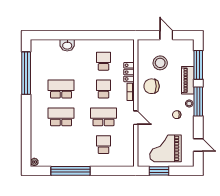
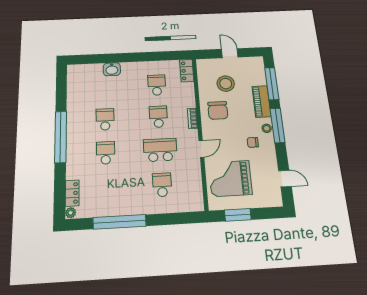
locker: (129, 72) -> (187, 71), moved
window: (26, 73) -> (61, 137), moved
chair: (152, 86) -> (218, 110), turned -90
school desk: (61, 89) -> (105, 119), width x0.54
school desk: (61, 117) -> (106, 153), width x0.54
door: (136, 118) -> (201, 149), hinge flipped
locker: (35, 147) -> (72, 193), added
grand piano: (165, 148) -> (230, 179), moved

